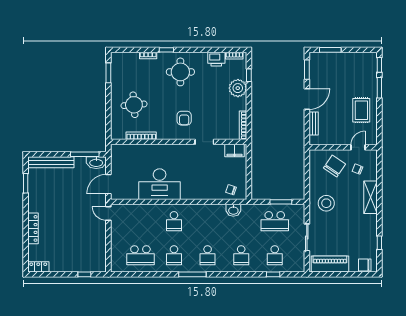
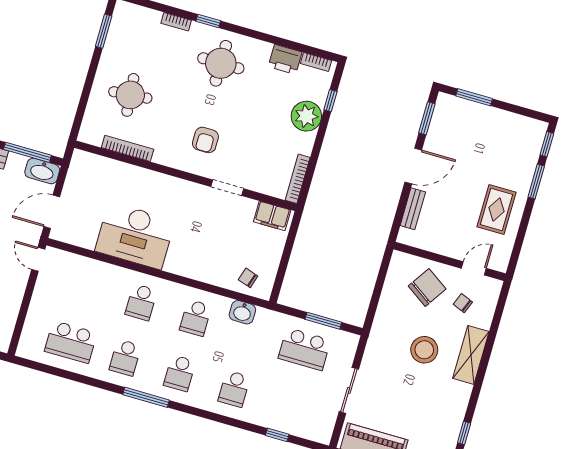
stool: (326, 203) -> (424, 350), moved
school desk: (275, 255) -> (196, 318), moved

